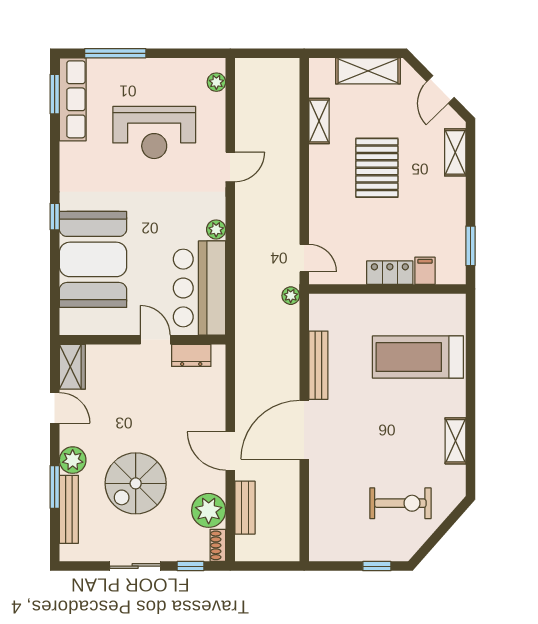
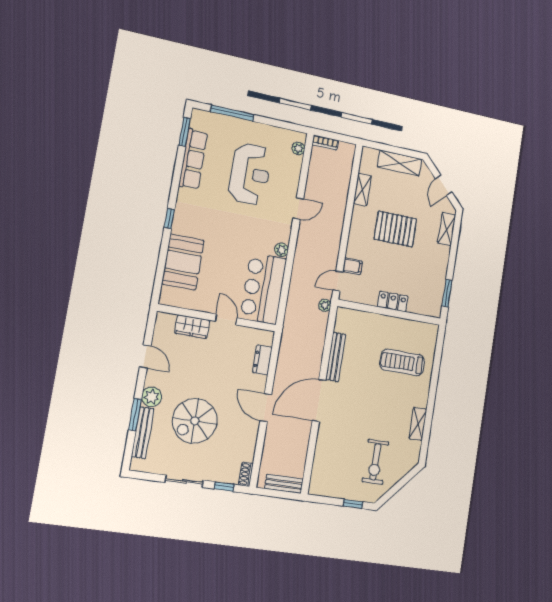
bookcase: (254, 65) -> (325, 143), added
row of seats: (73, 99) -> (193, 159), moved
reception desk: (154, 132) -> (250, 174), turned -90
pallet: (377, 168) -> (395, 229), turned 90
door: (304, 258) -> (338, 281), swing flipped
booth: (93, 259) -> (183, 262), width x0.73, depth x0.70
filing cabinet: (425, 271) -> (353, 266), moved, turned 90
dresser: (191, 355) -> (262, 360), moved, turned 90
treadmill: (418, 357) -> (402, 362), width x0.73, depth x0.73
wardrobe: (72, 367) -> (192, 327), moved, turned 90
exercise bike: (400, 503) -> (375, 462), turned 90
bench: (245, 508) -> (284, 484), moved, turned 90
plant: (209, 510) -> (244, 448), removed

